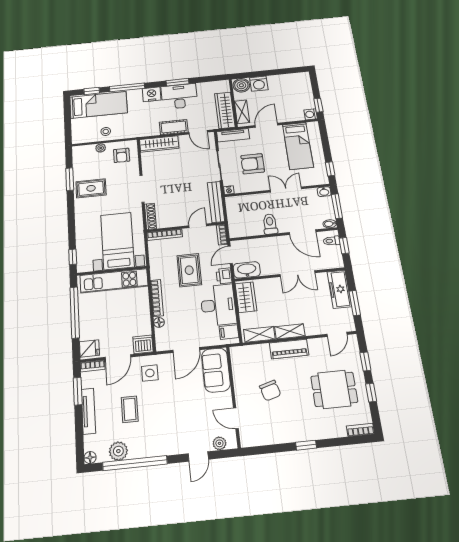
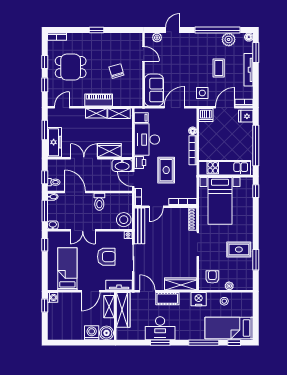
nightstand: (152, 94) -> (199, 299), moved, turned 180
stool: (237, 207) -> (124, 220), added
door: (230, 255) -> (133, 179), swing flipped
wardrobe: (246, 297) -> (109, 150), moved, turned 90
window: (78, 391) -> (256, 52), moved

